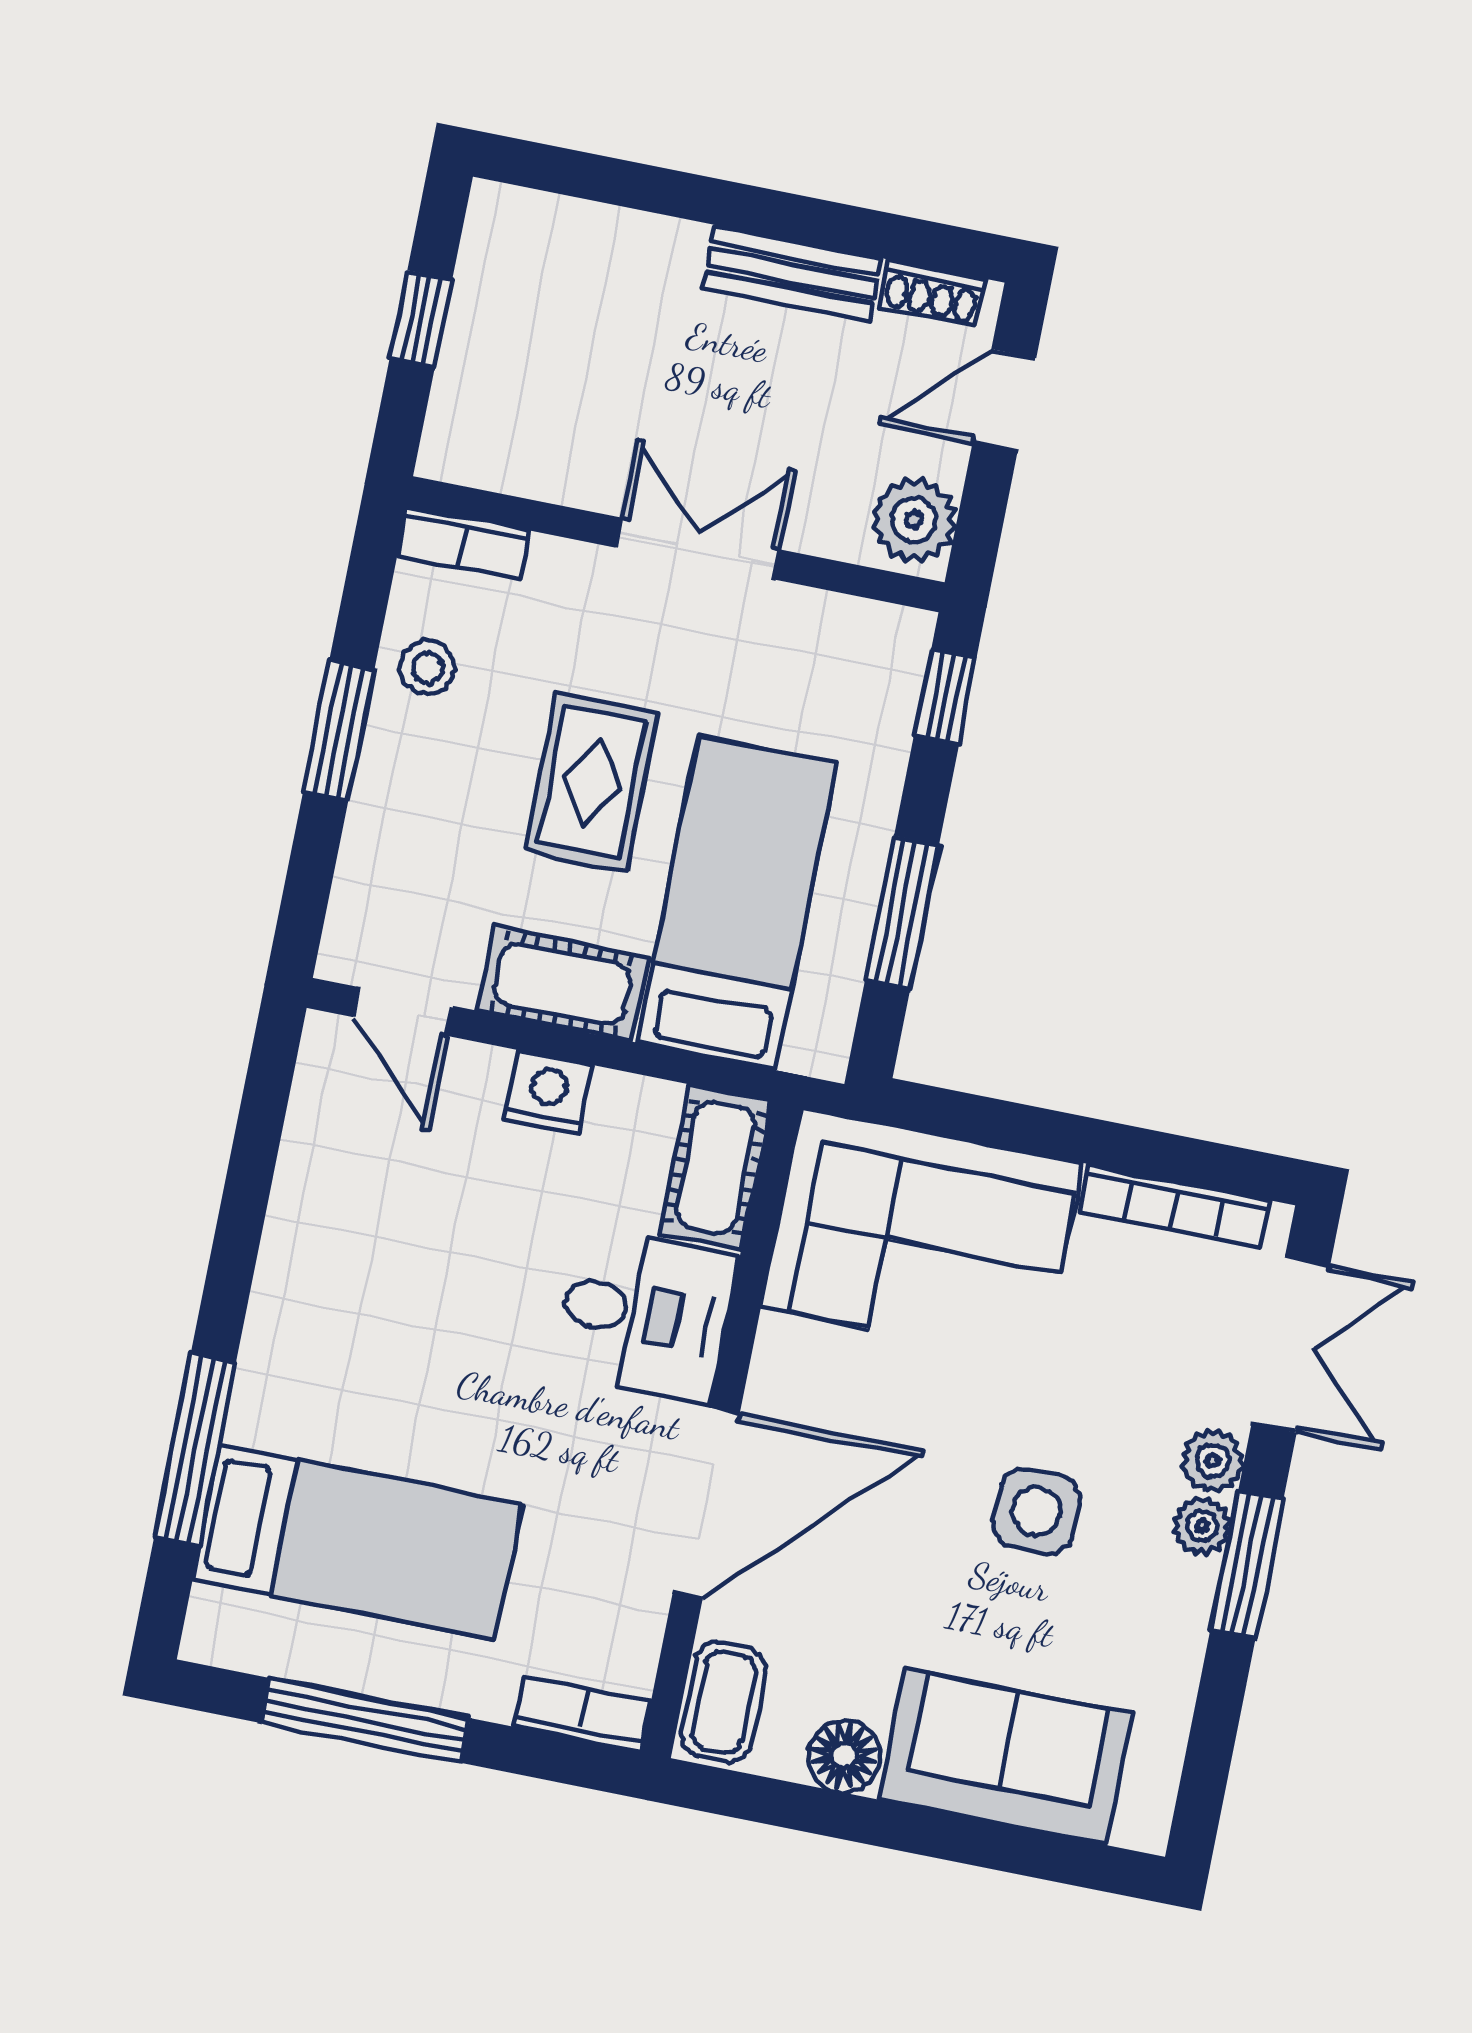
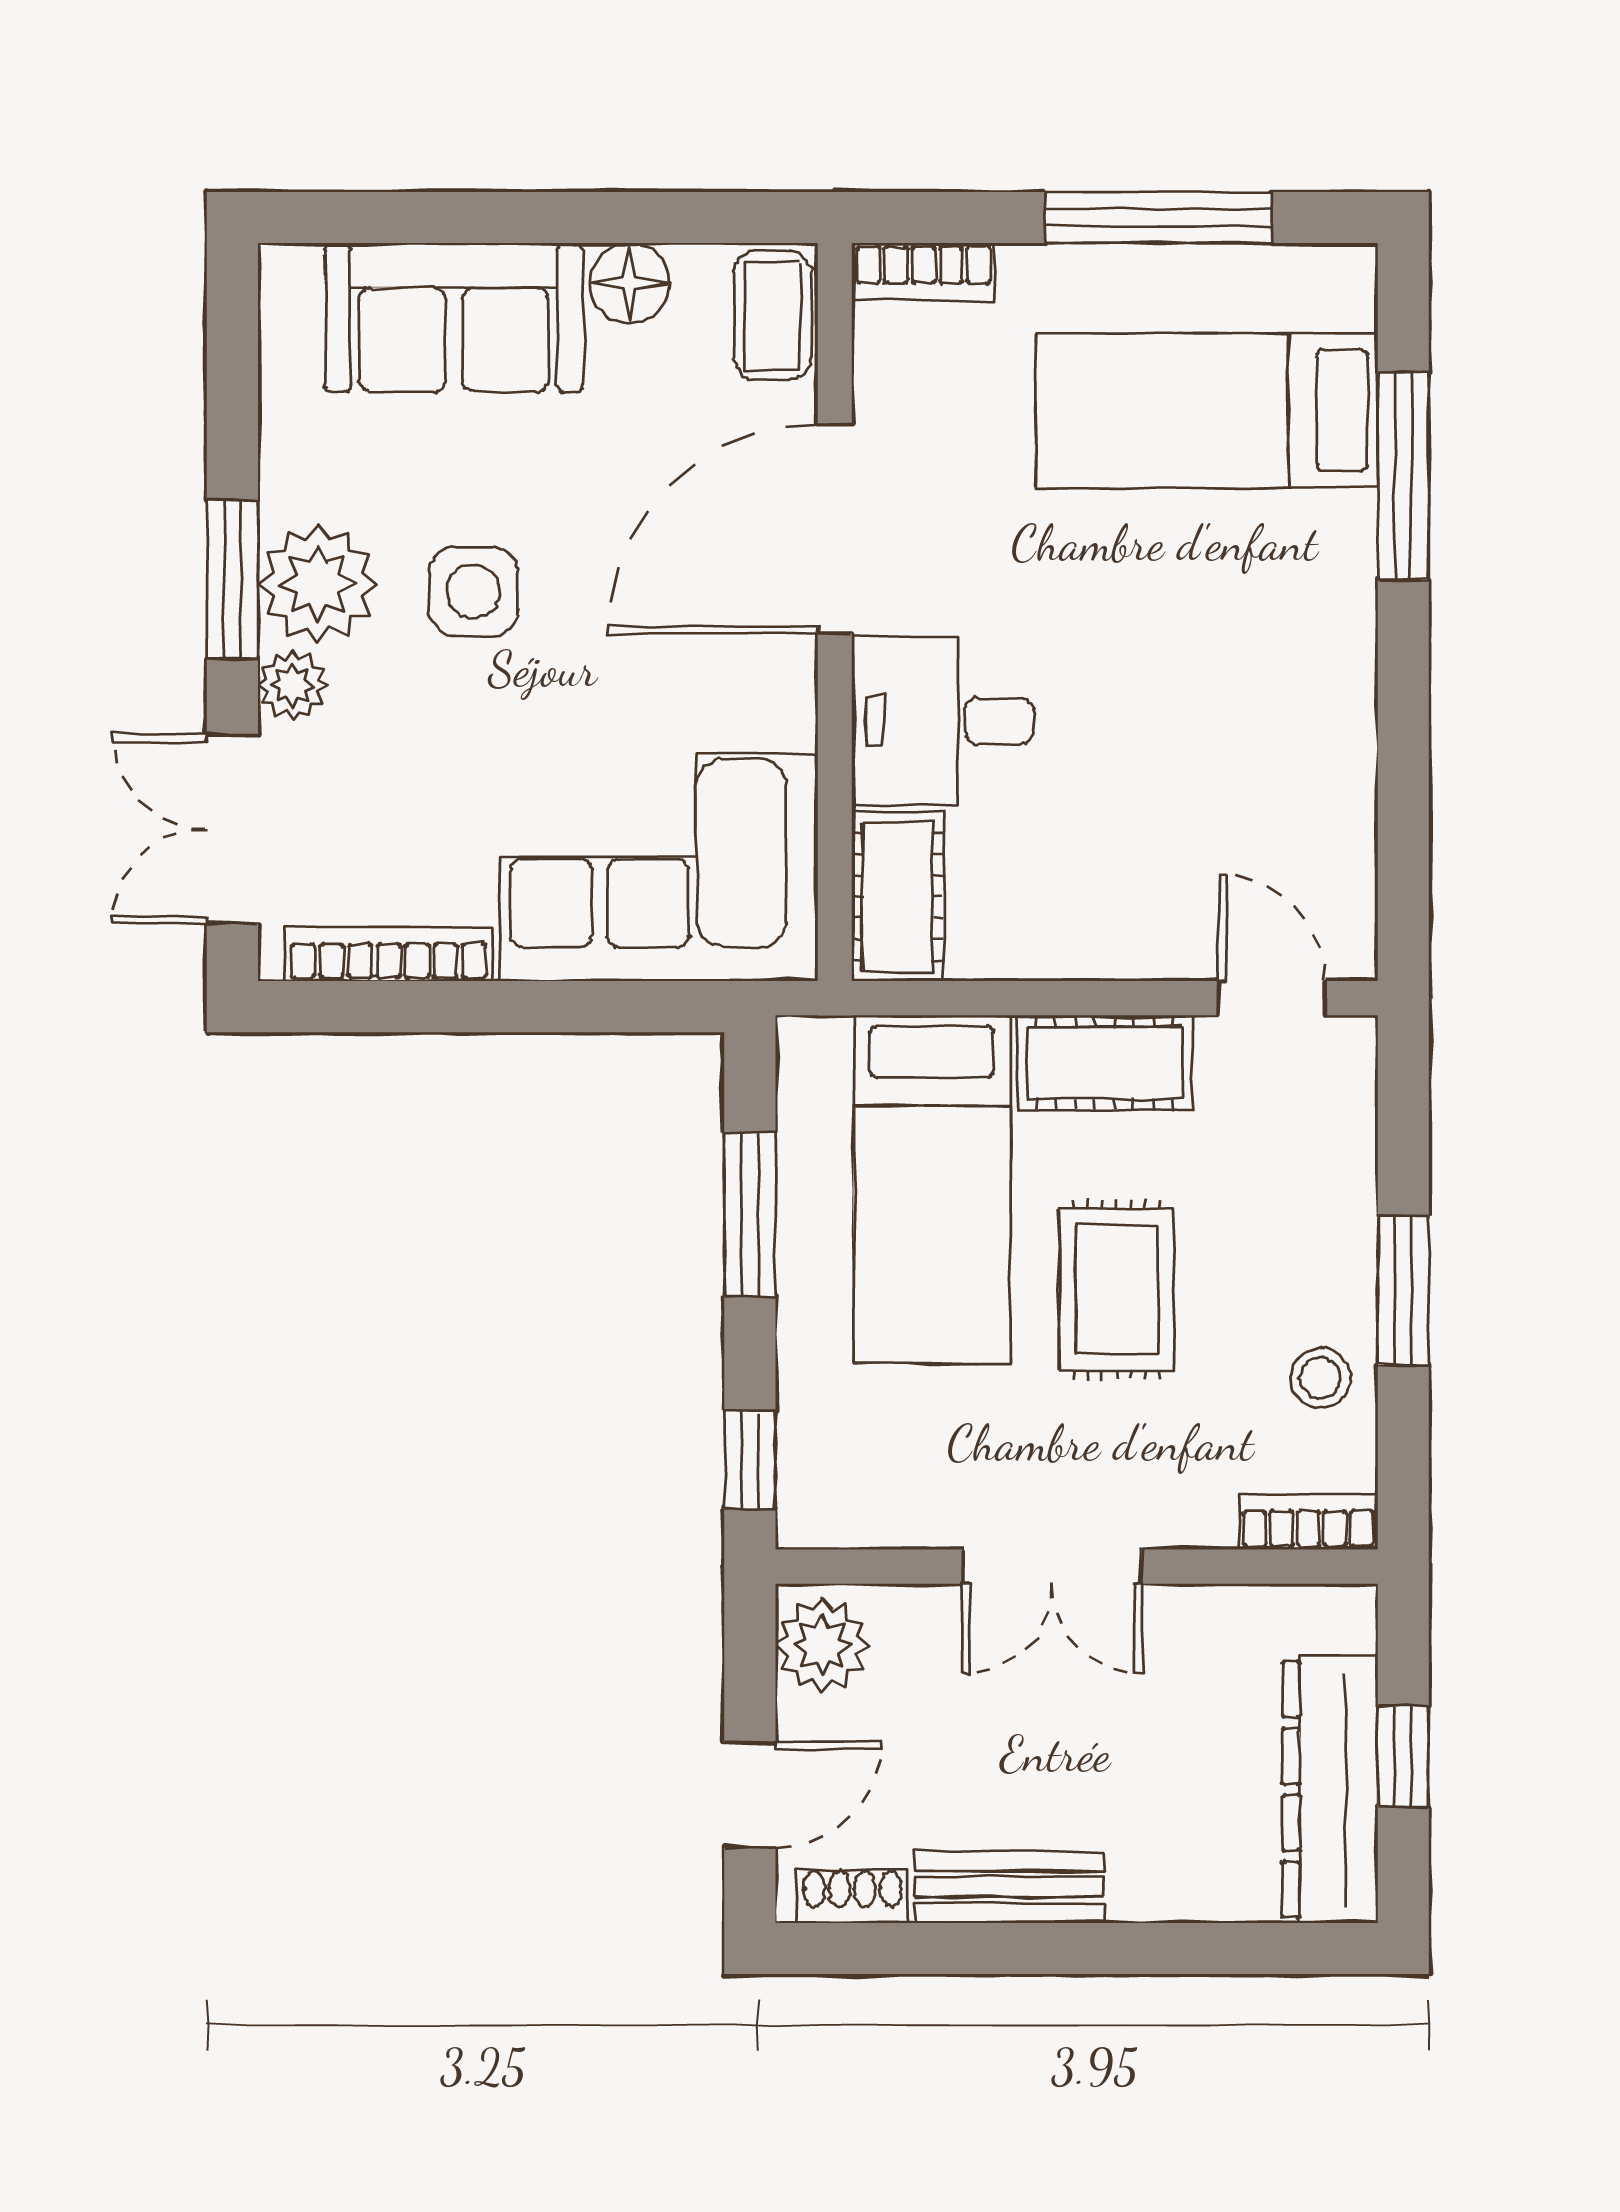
dresser: (491, 303) -> (1330, 1789), added
nightstand: (548, 1092) -> (1096, 942), removed
plant: (1202, 1526) -> (318, 584), width x1.88, depth x1.88

